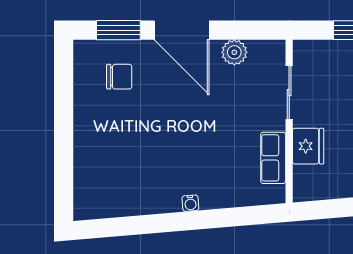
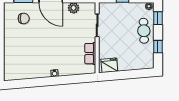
fridge: (308, 146) -> (109, 65), moved, turned -95

